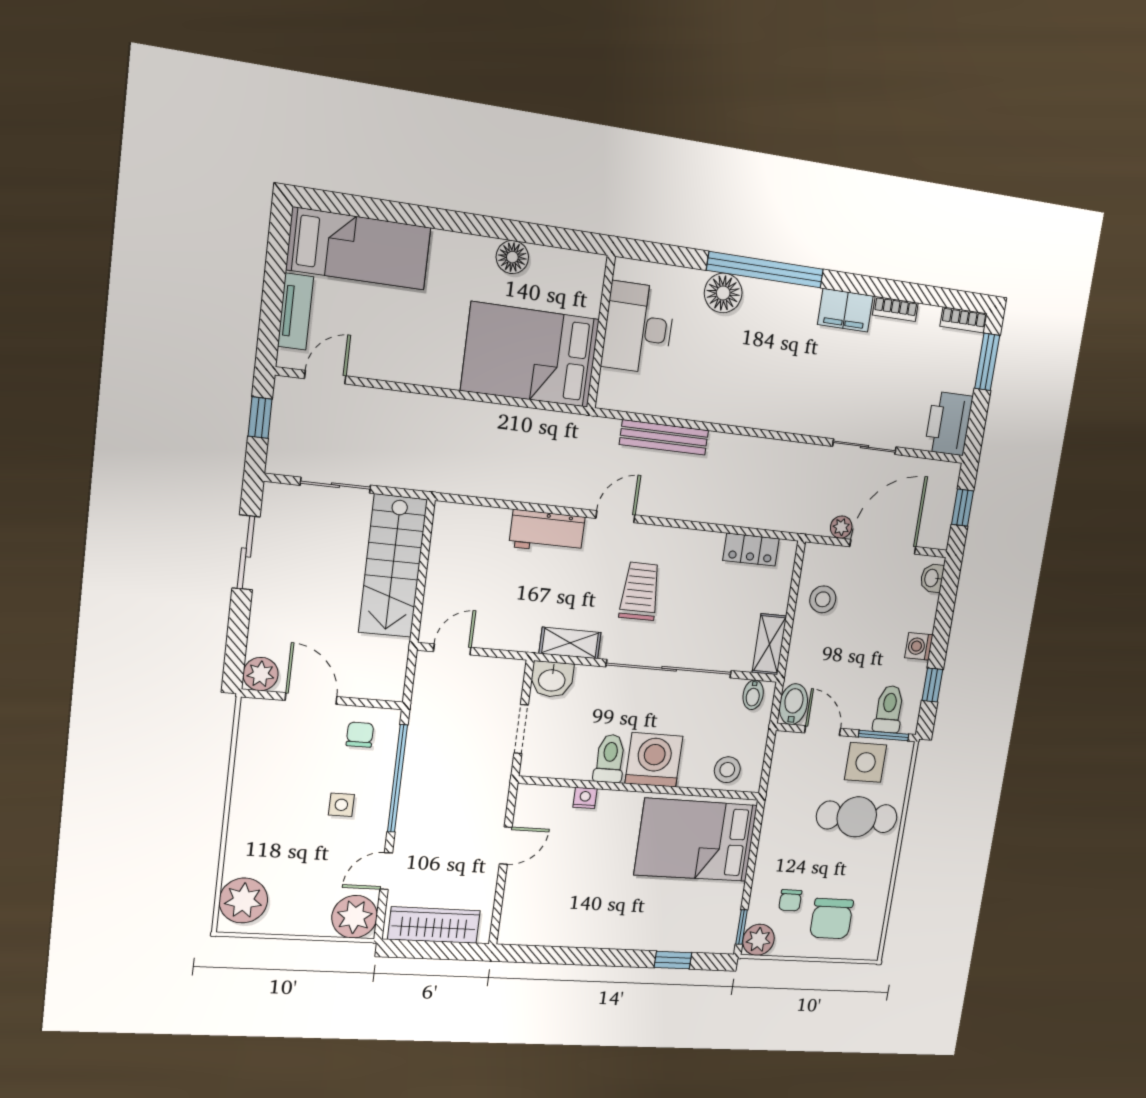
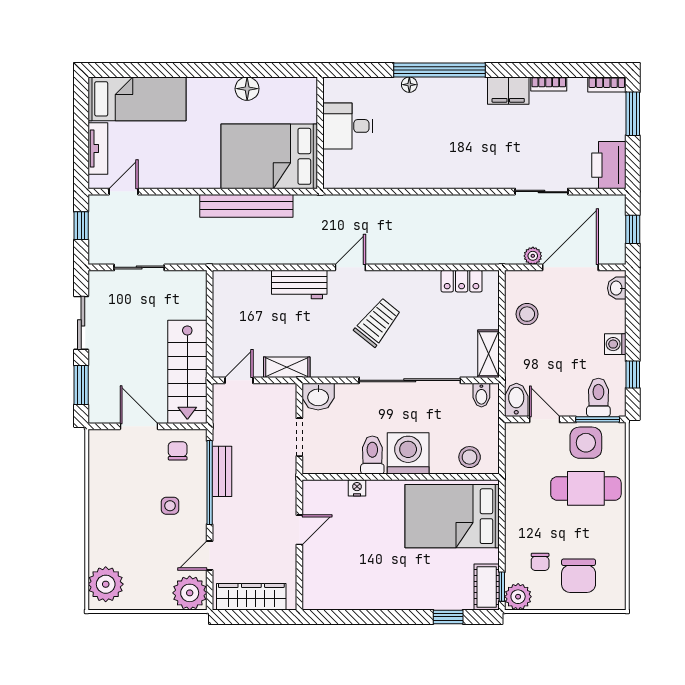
floor lamp: (723, 293) -> (409, 85), width x0.53, depth x0.53
desk: (638, 328) -> (348, 126), width x0.73
bench: (664, 437) -> (246, 206), moved, width x1.37, depth x1.21
stairs: (393, 566) -> (187, 372), moved
trolley: (640, 591) -> (378, 322), turned 39
window: (237, 637) -> (81, 385), added
shelving: (570, 643) -> (287, 367), moved
plant: (261, 674) -> (101, 411), removed
bench: (415, 765) -> (222, 471), added
cot: (724, 927) -> (487, 587), added

